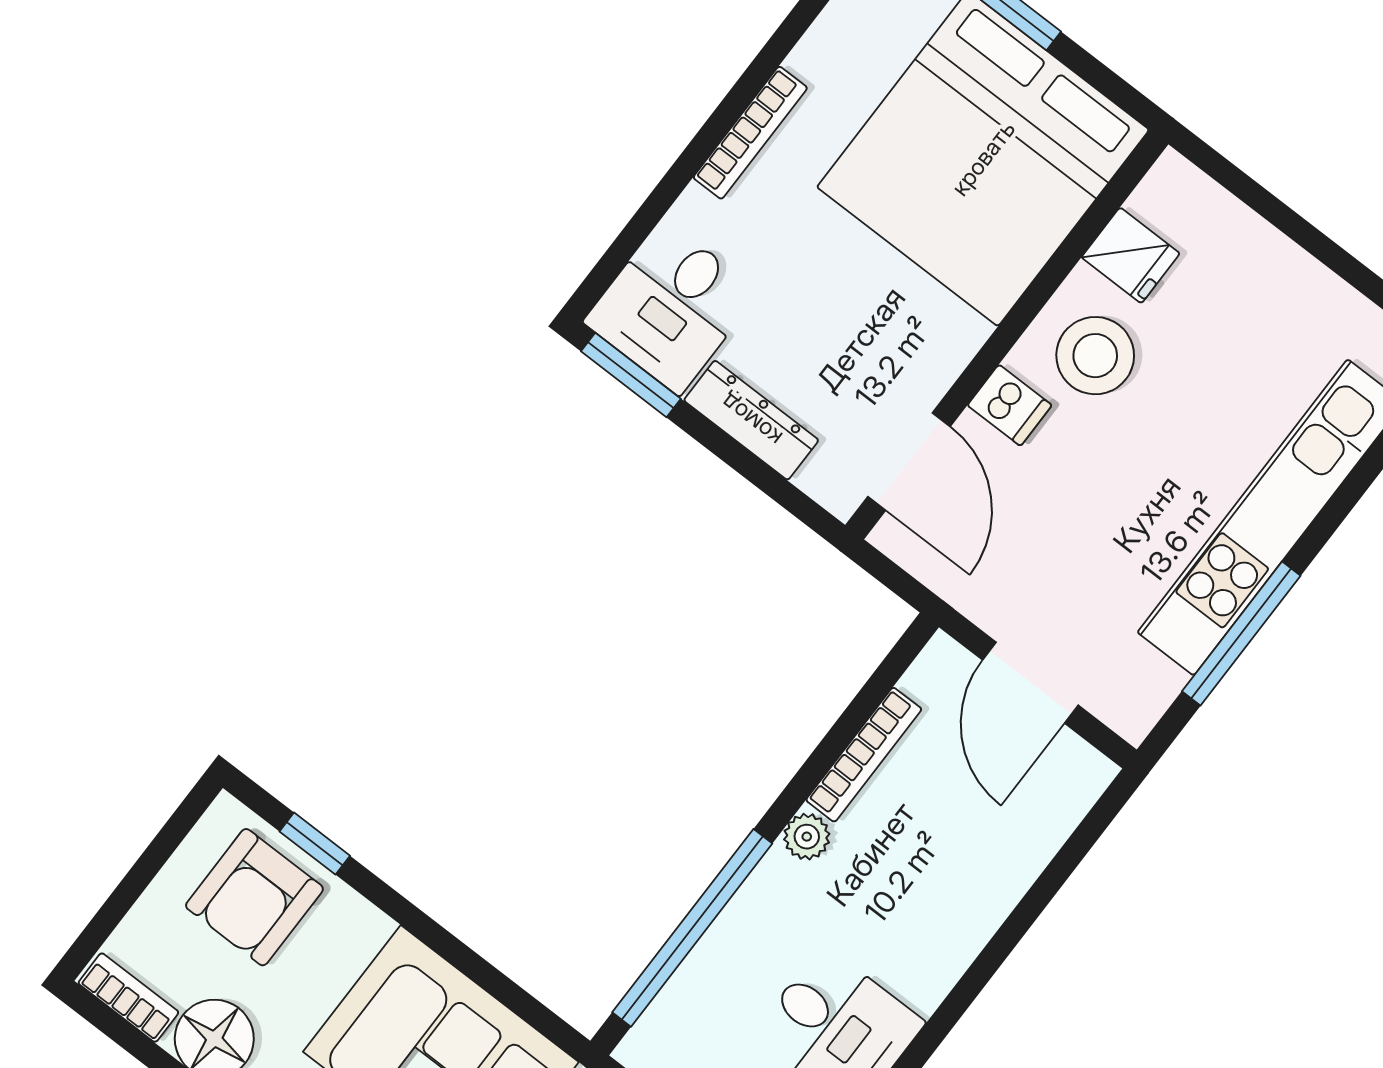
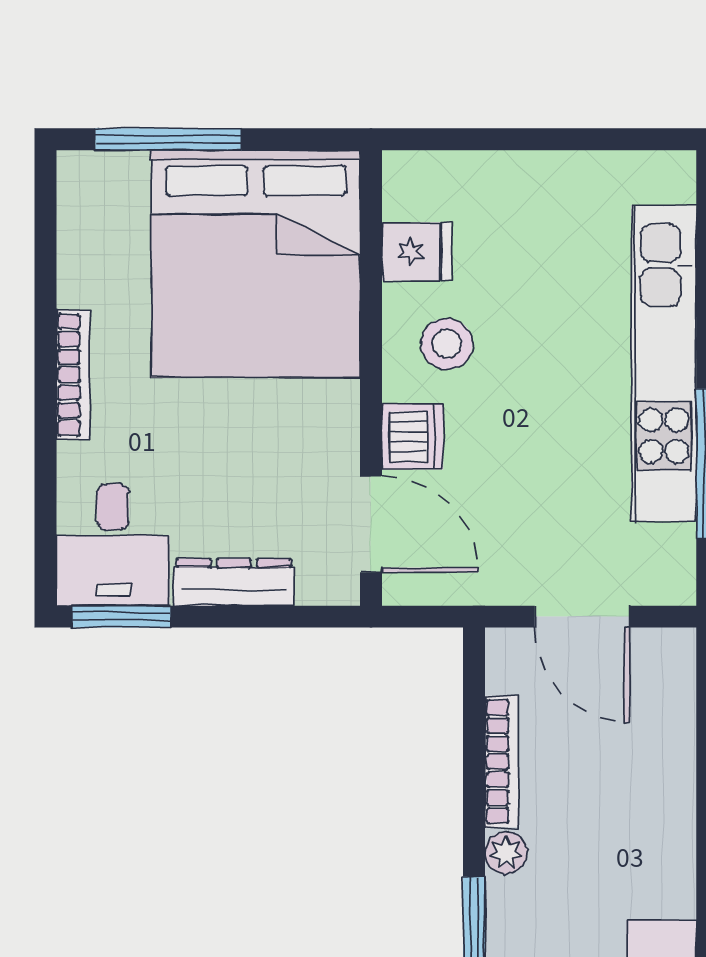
stool: (1095, 356) -> (447, 344), width x0.73, depth x0.73
dishwasher: (1010, 405) -> (413, 436), width x1.38

